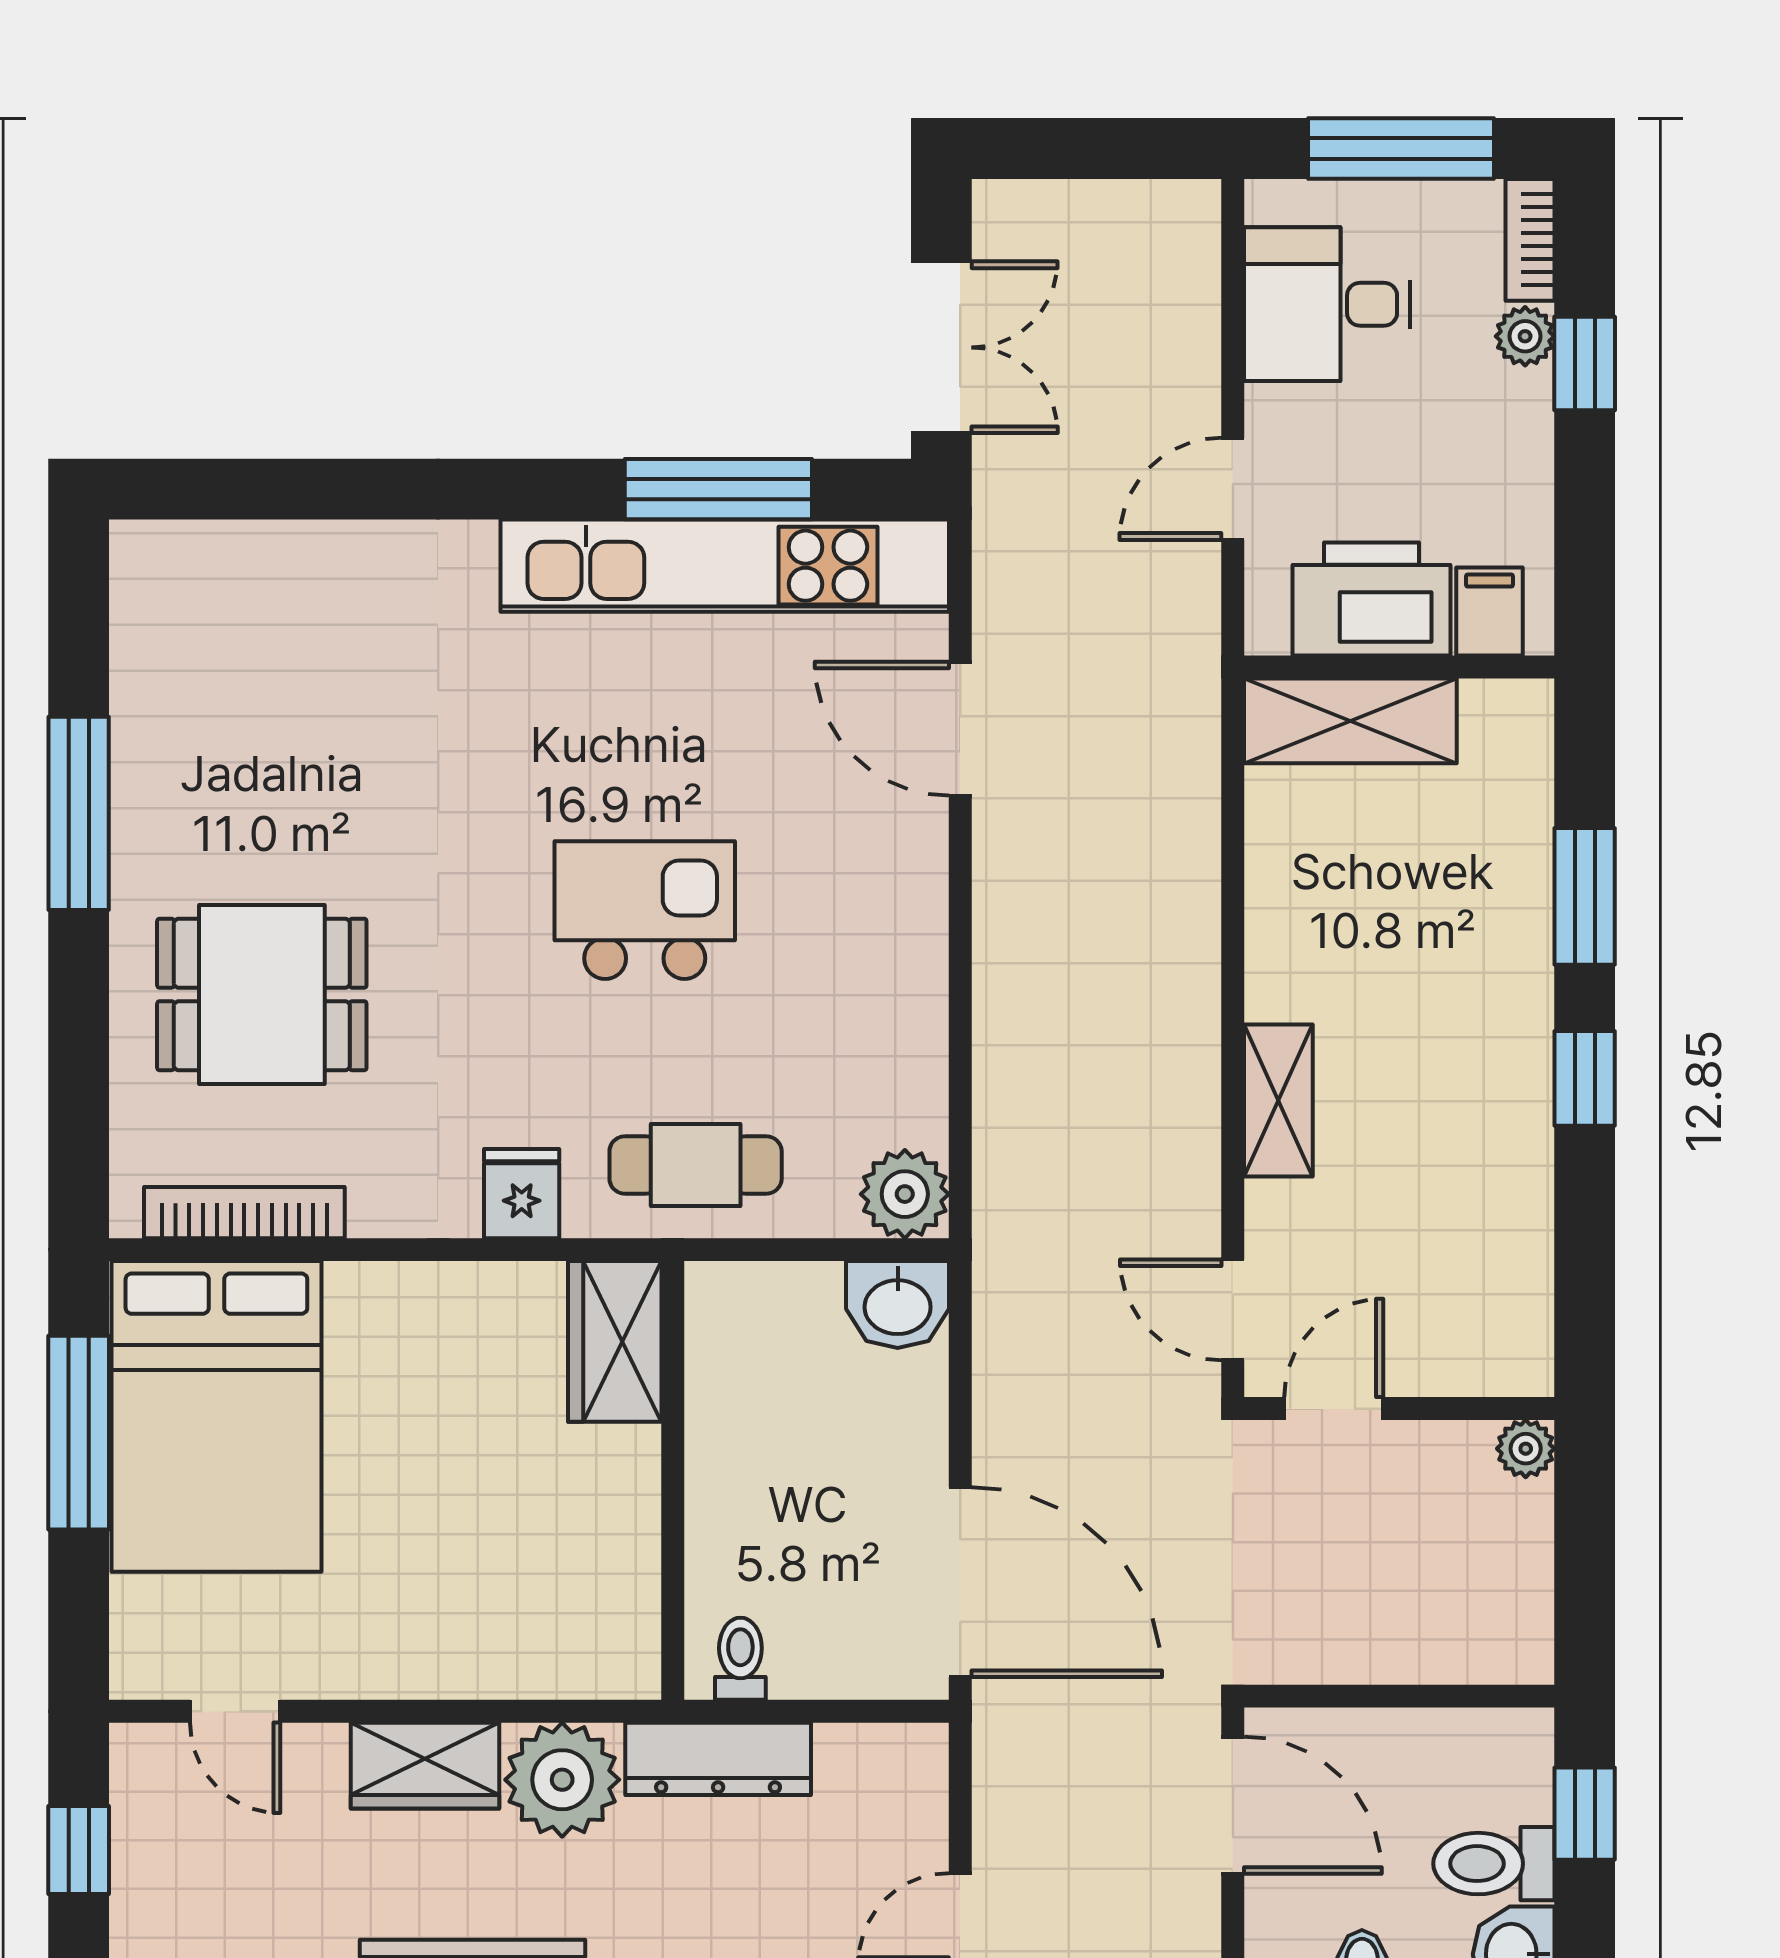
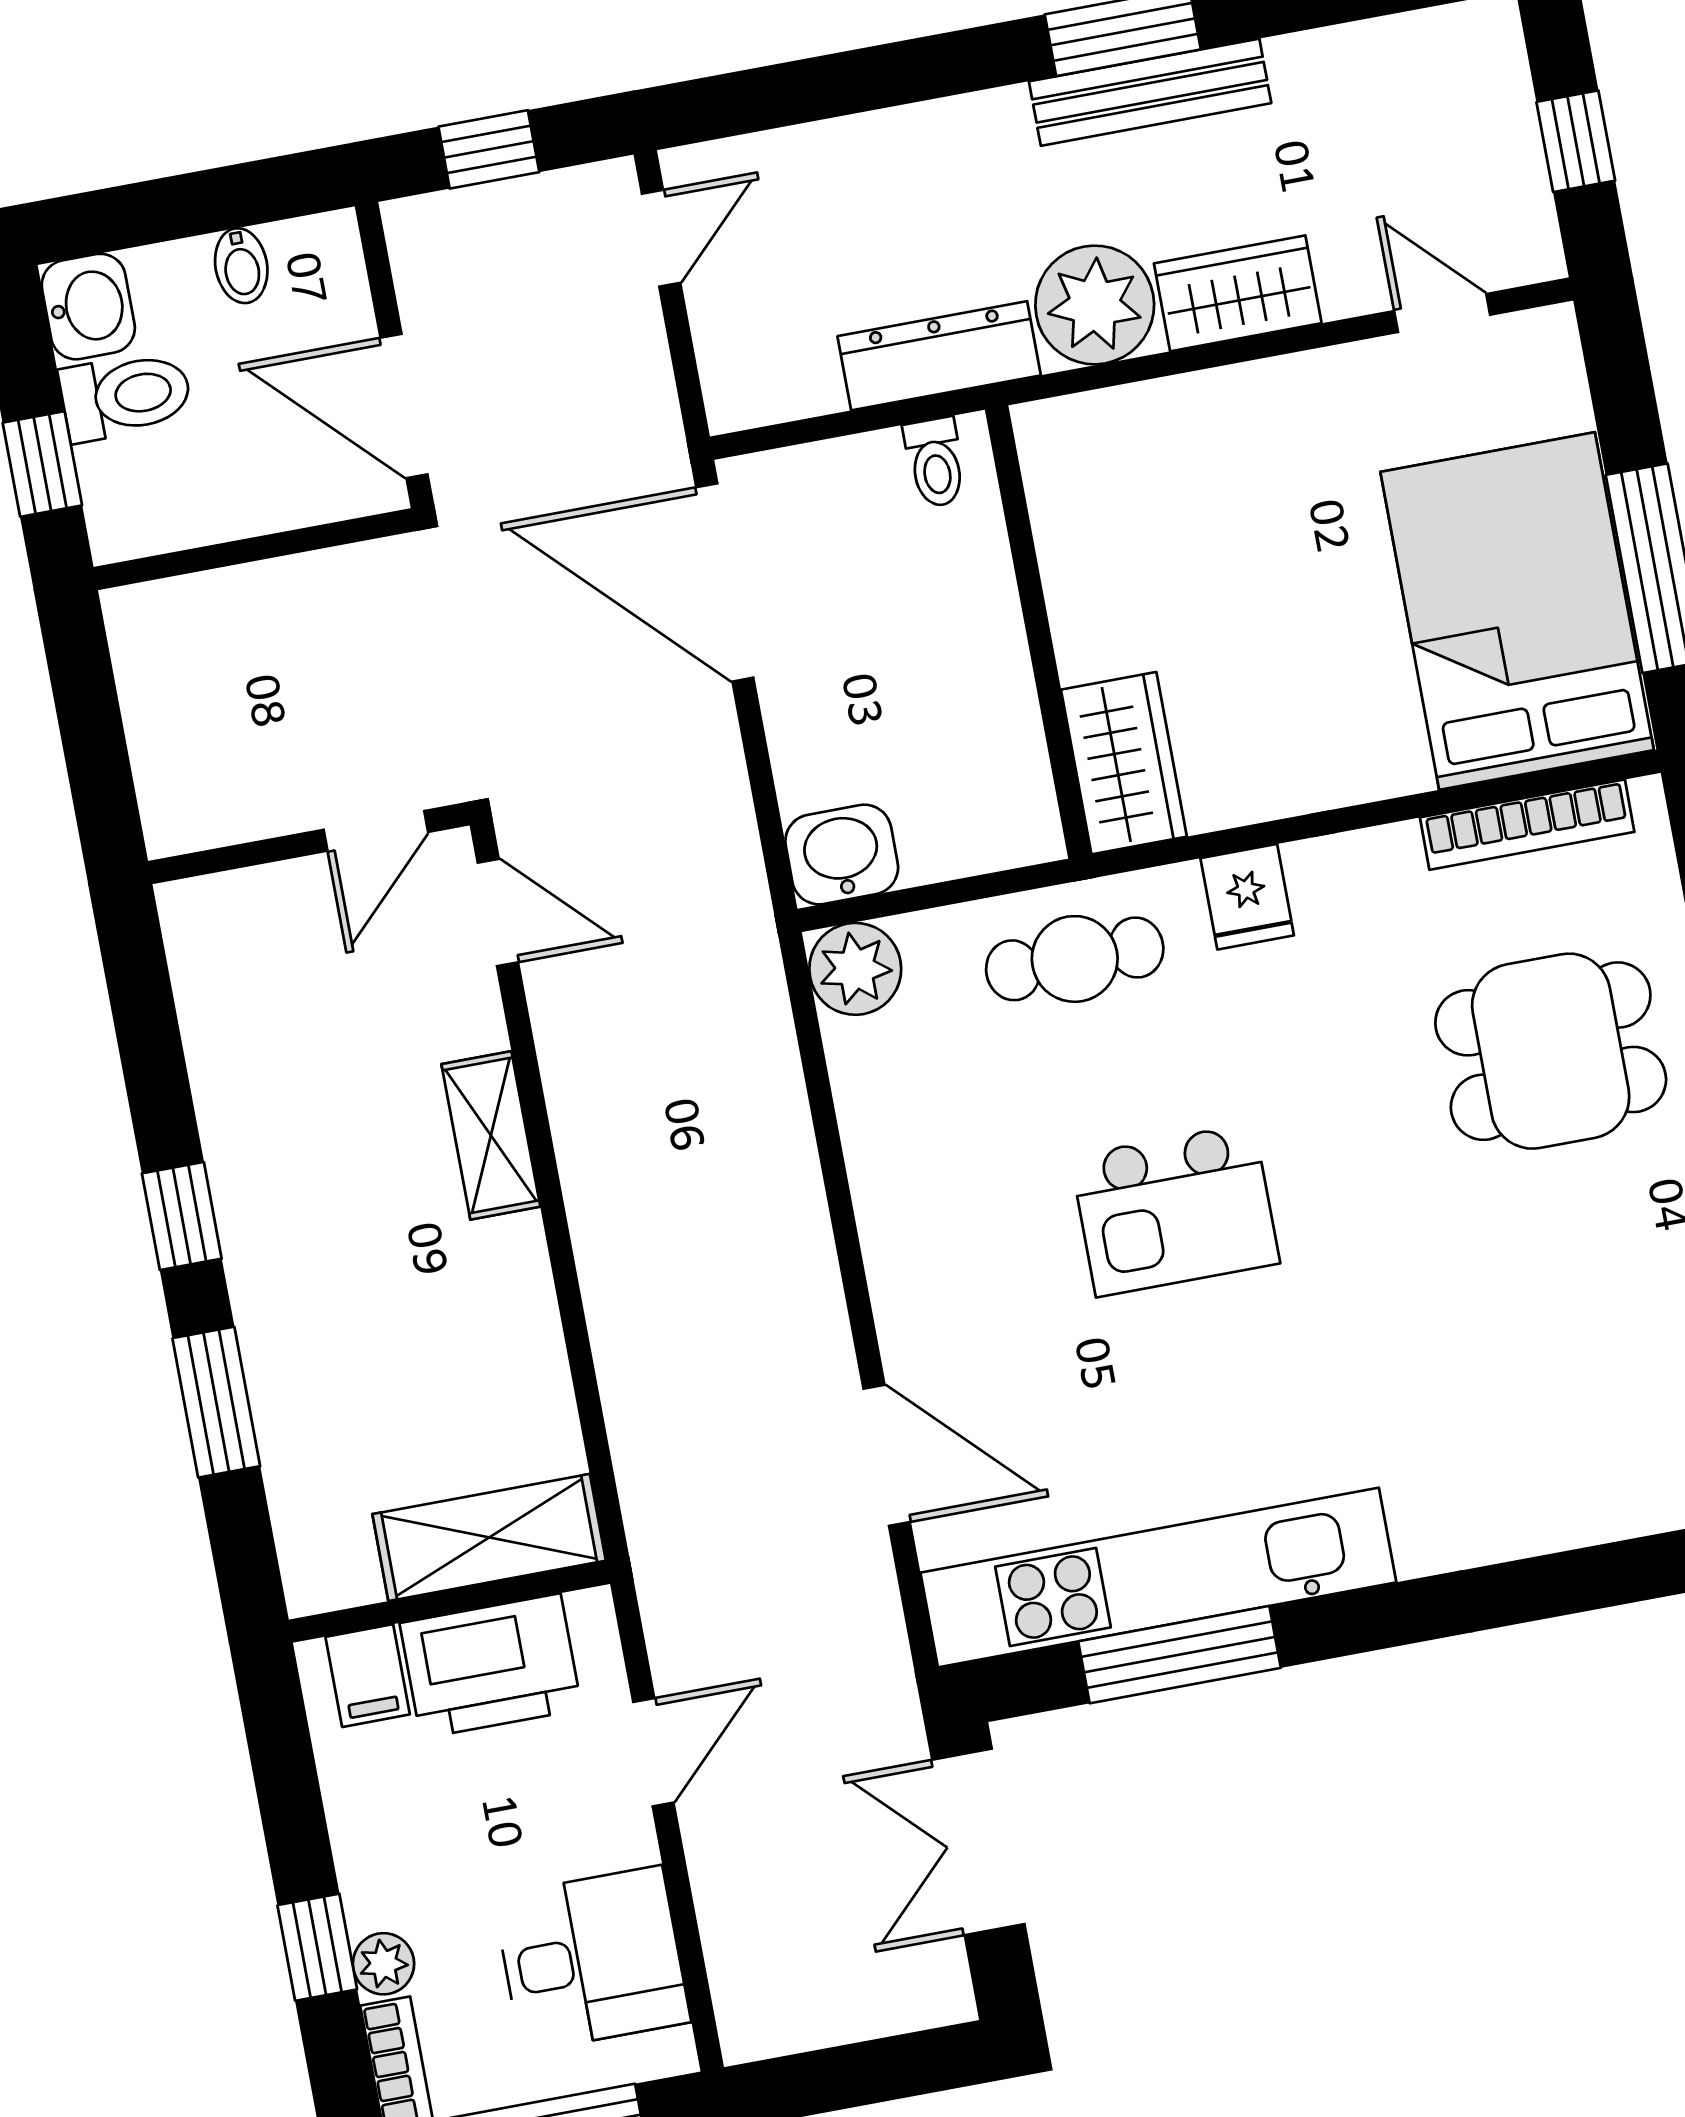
plant: (1526, 1449) -> (172, 826), removed

